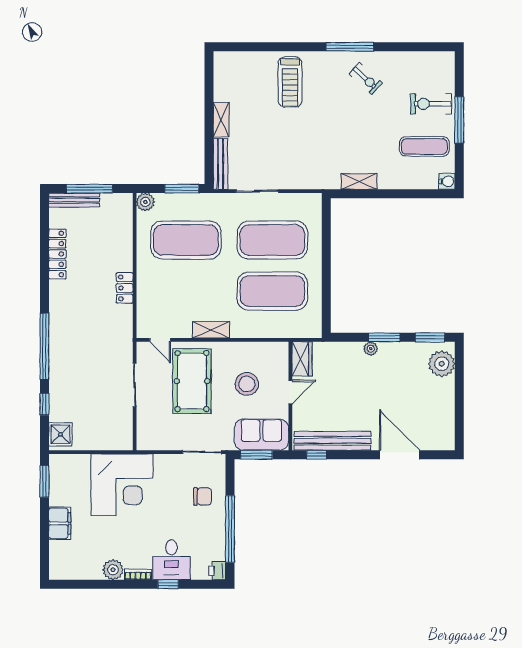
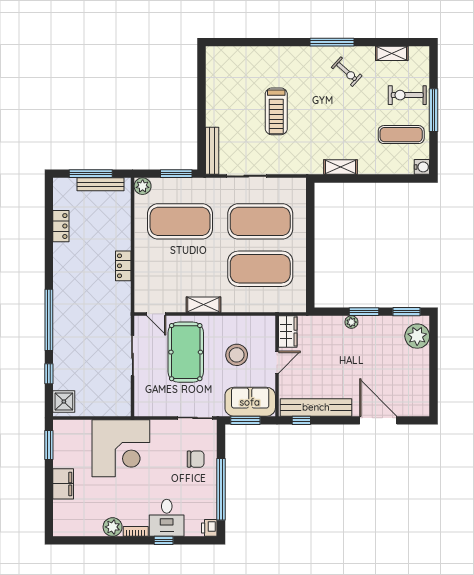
treadmill: (290, 82) -> (276, 111), moved
shelving: (221, 120) -> (392, 53), moved, turned 90
bench: (74, 200) -> (101, 184), moved
locker: (57, 254) -> (61, 226), width x0.66

